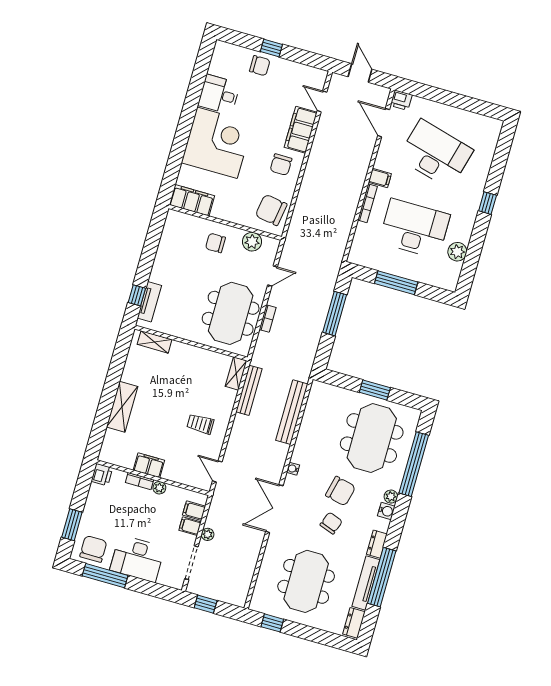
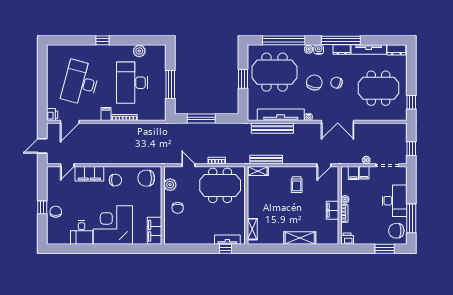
chair: (271, 210) -> (146, 178), turned 81
tv unit: (308, 430) -> (281, 115), added
window: (382, 577) -> (341, 40), moved

